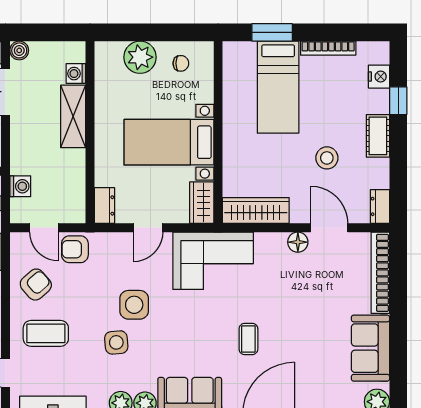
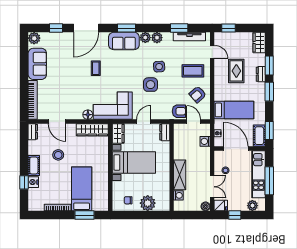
nightstand: (379, 77) -> (33, 182), moved
floor lamp: (298, 242) -> (88, 115), moved

